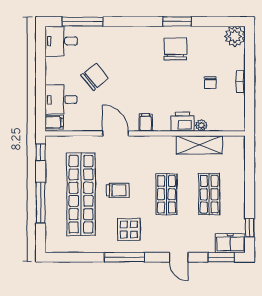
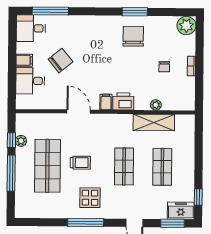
filing cabinet: (54, 122) -> (24, 60), moved
printer: (183, 122) -> (123, 101), moved
window: (41, 152) -> (11, 140), moved
plant: (51, 167) -> (21, 141), added
shop shelf: (81, 194) -> (47, 166), width x0.71

